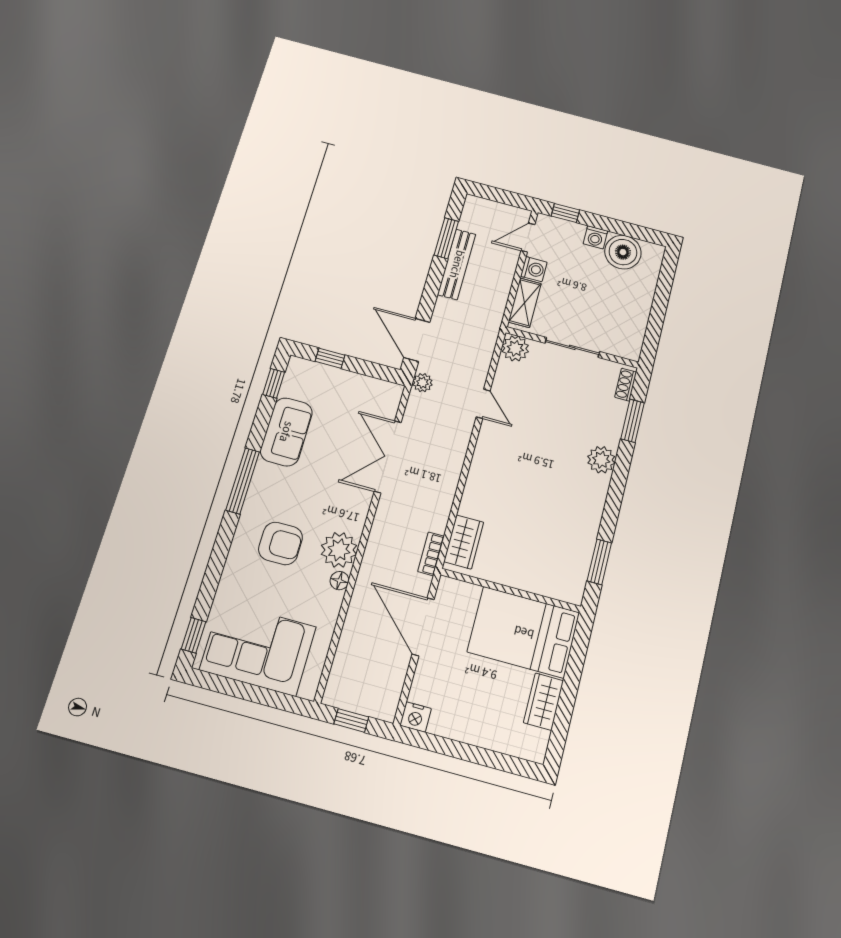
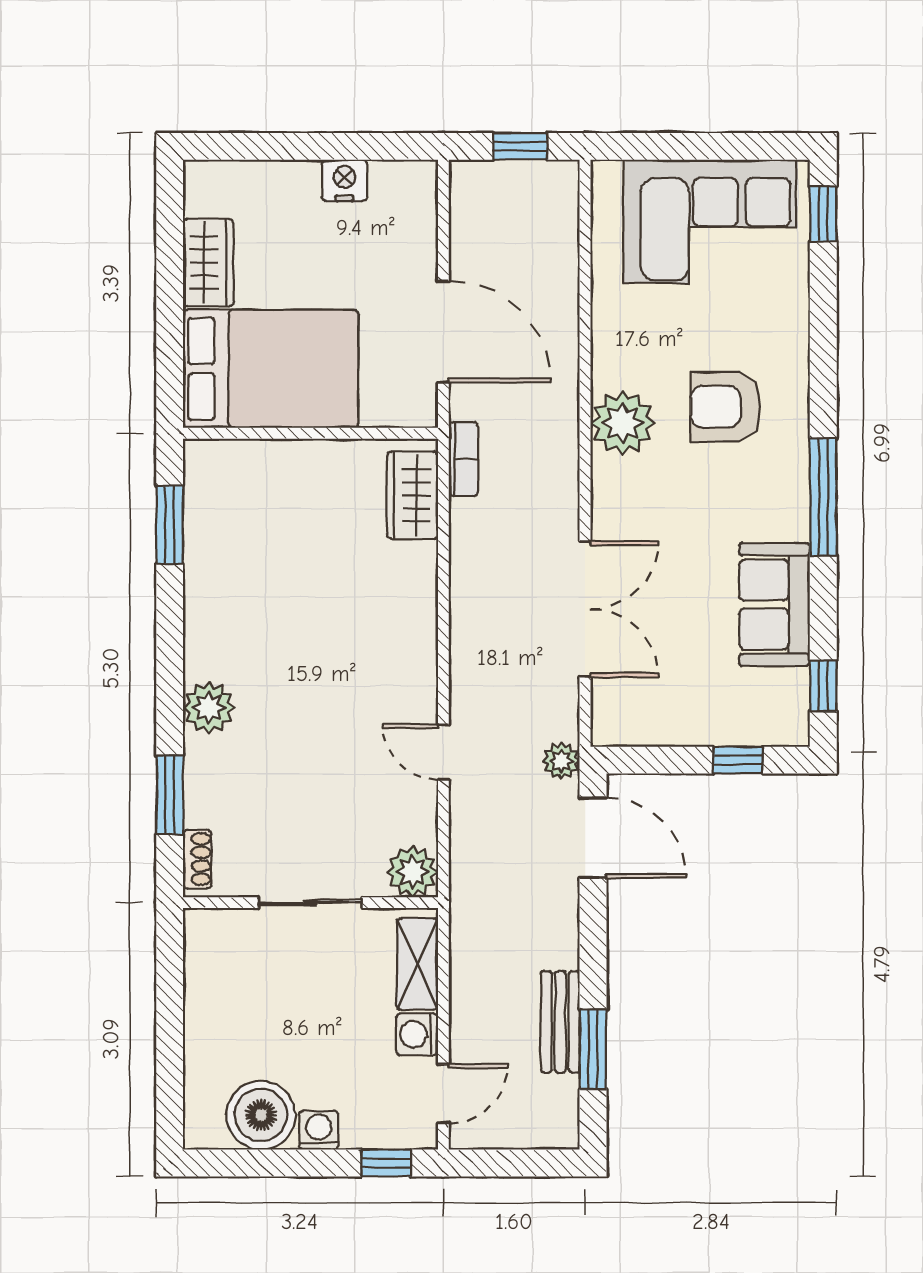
bench: (457, 264) -> (560, 1022), width x0.73
floor lamp: (339, 581) -> (607, 371), removed
nightstand: (416, 717) -> (344, 180), moved

